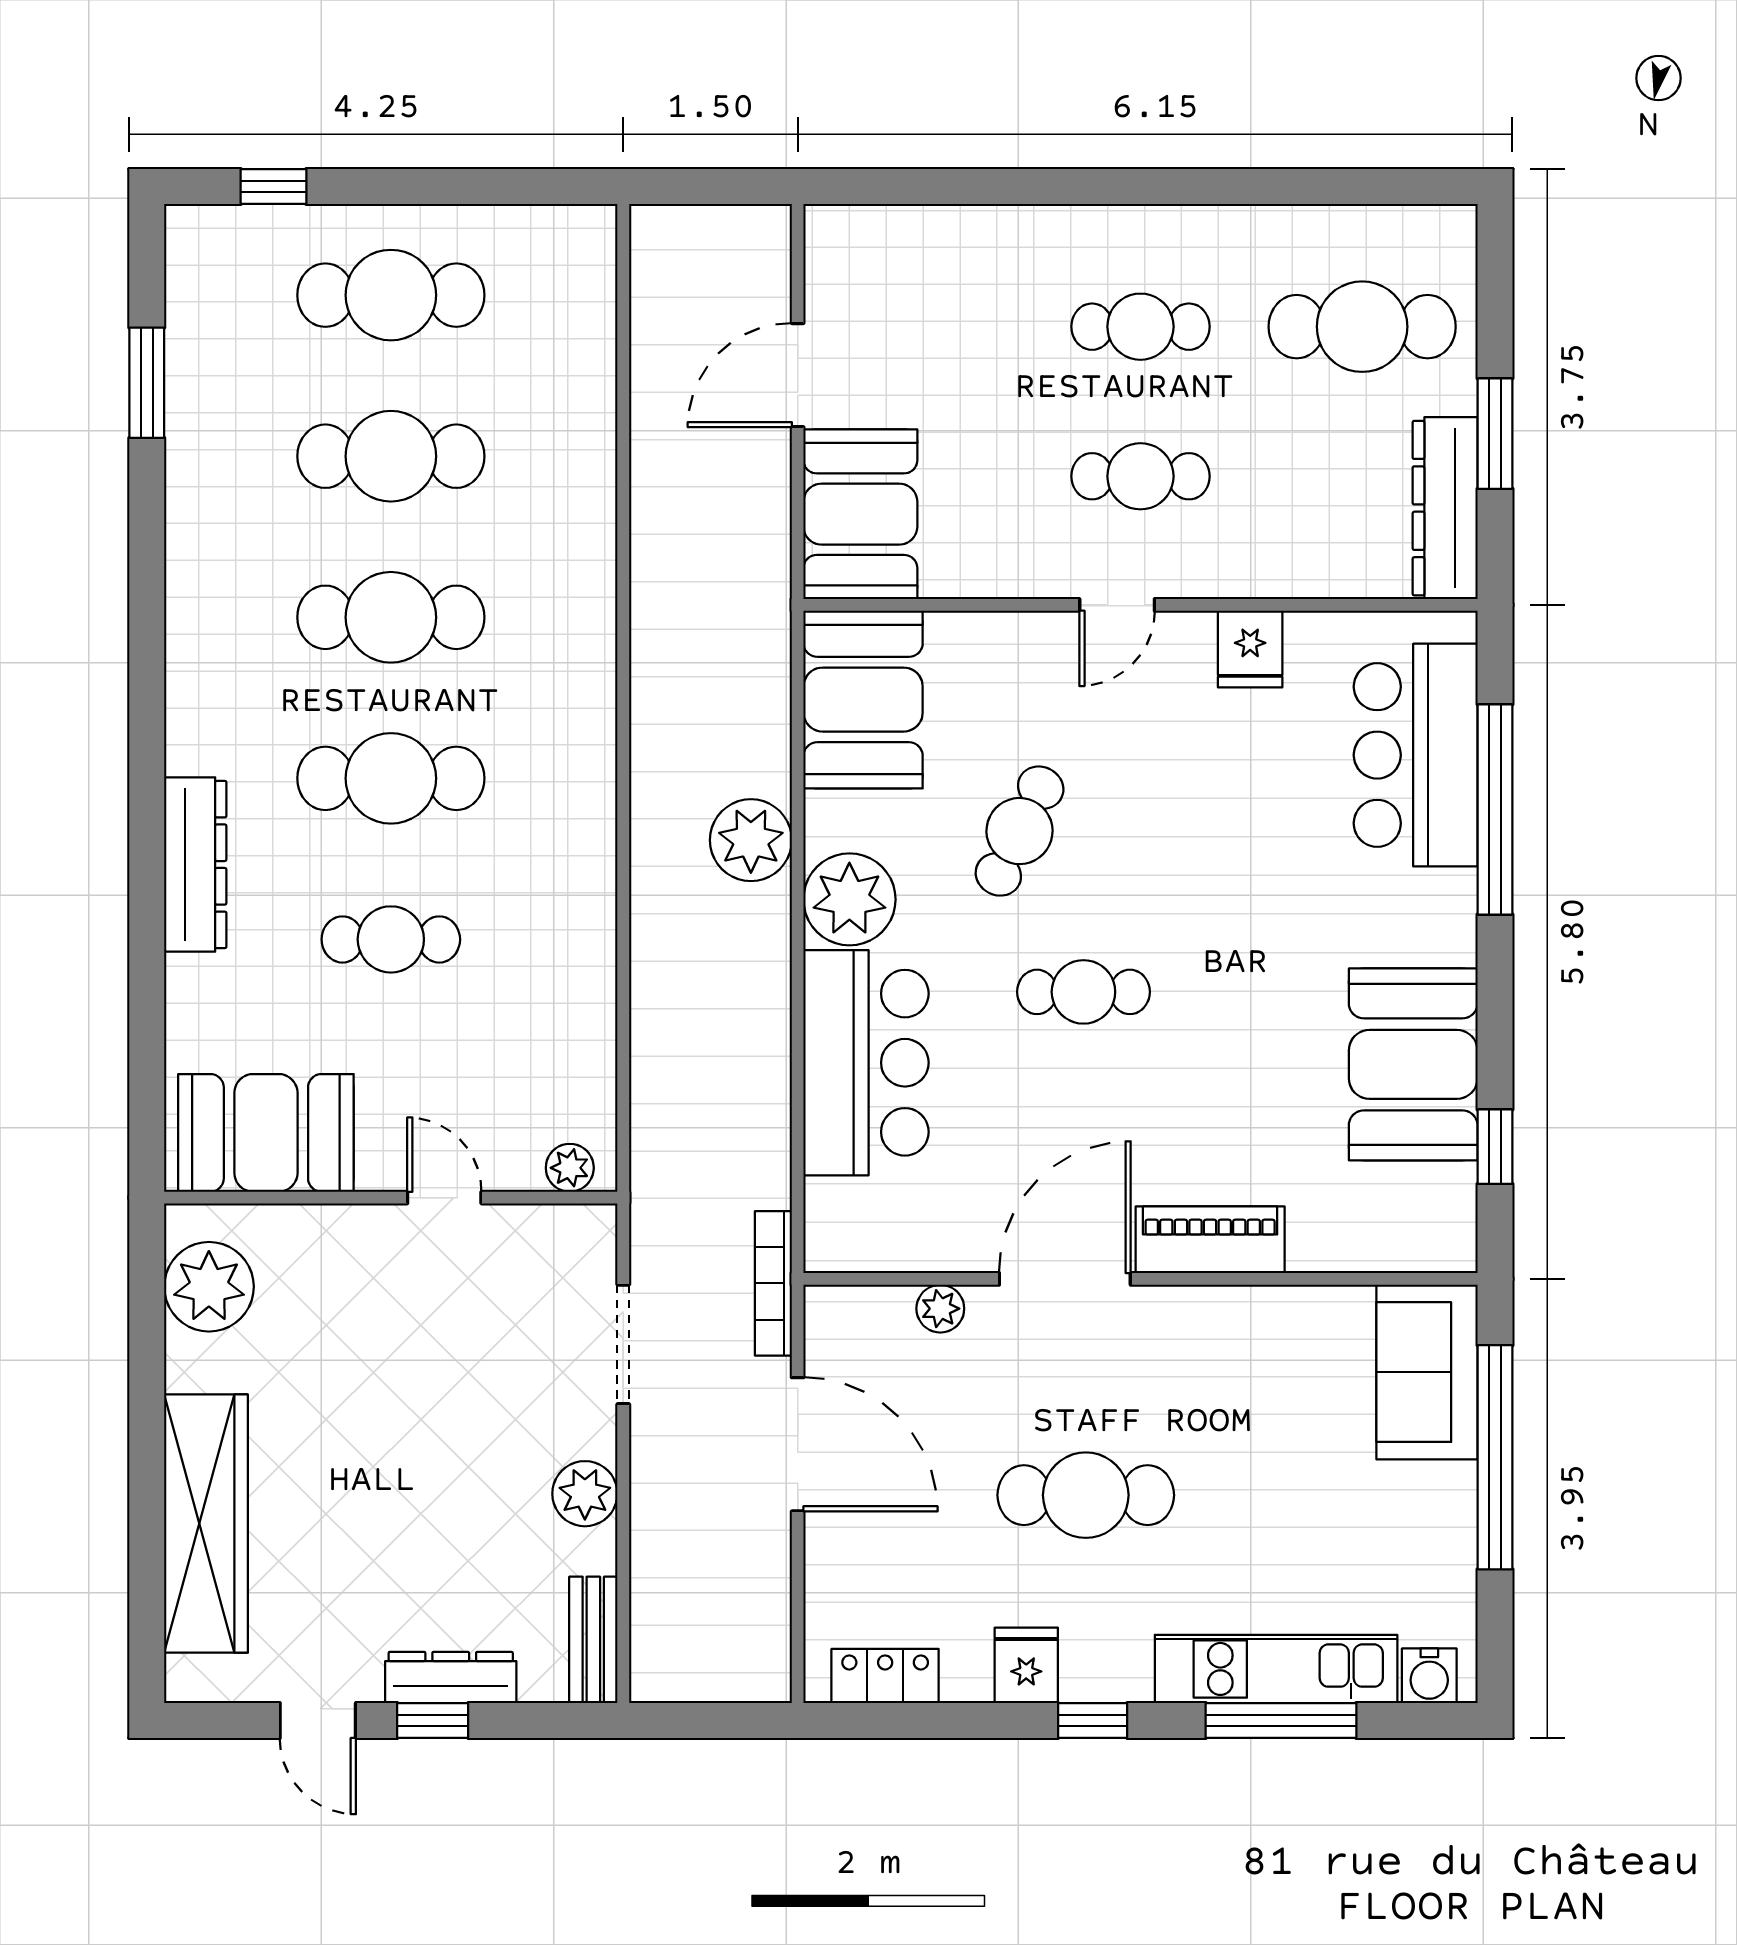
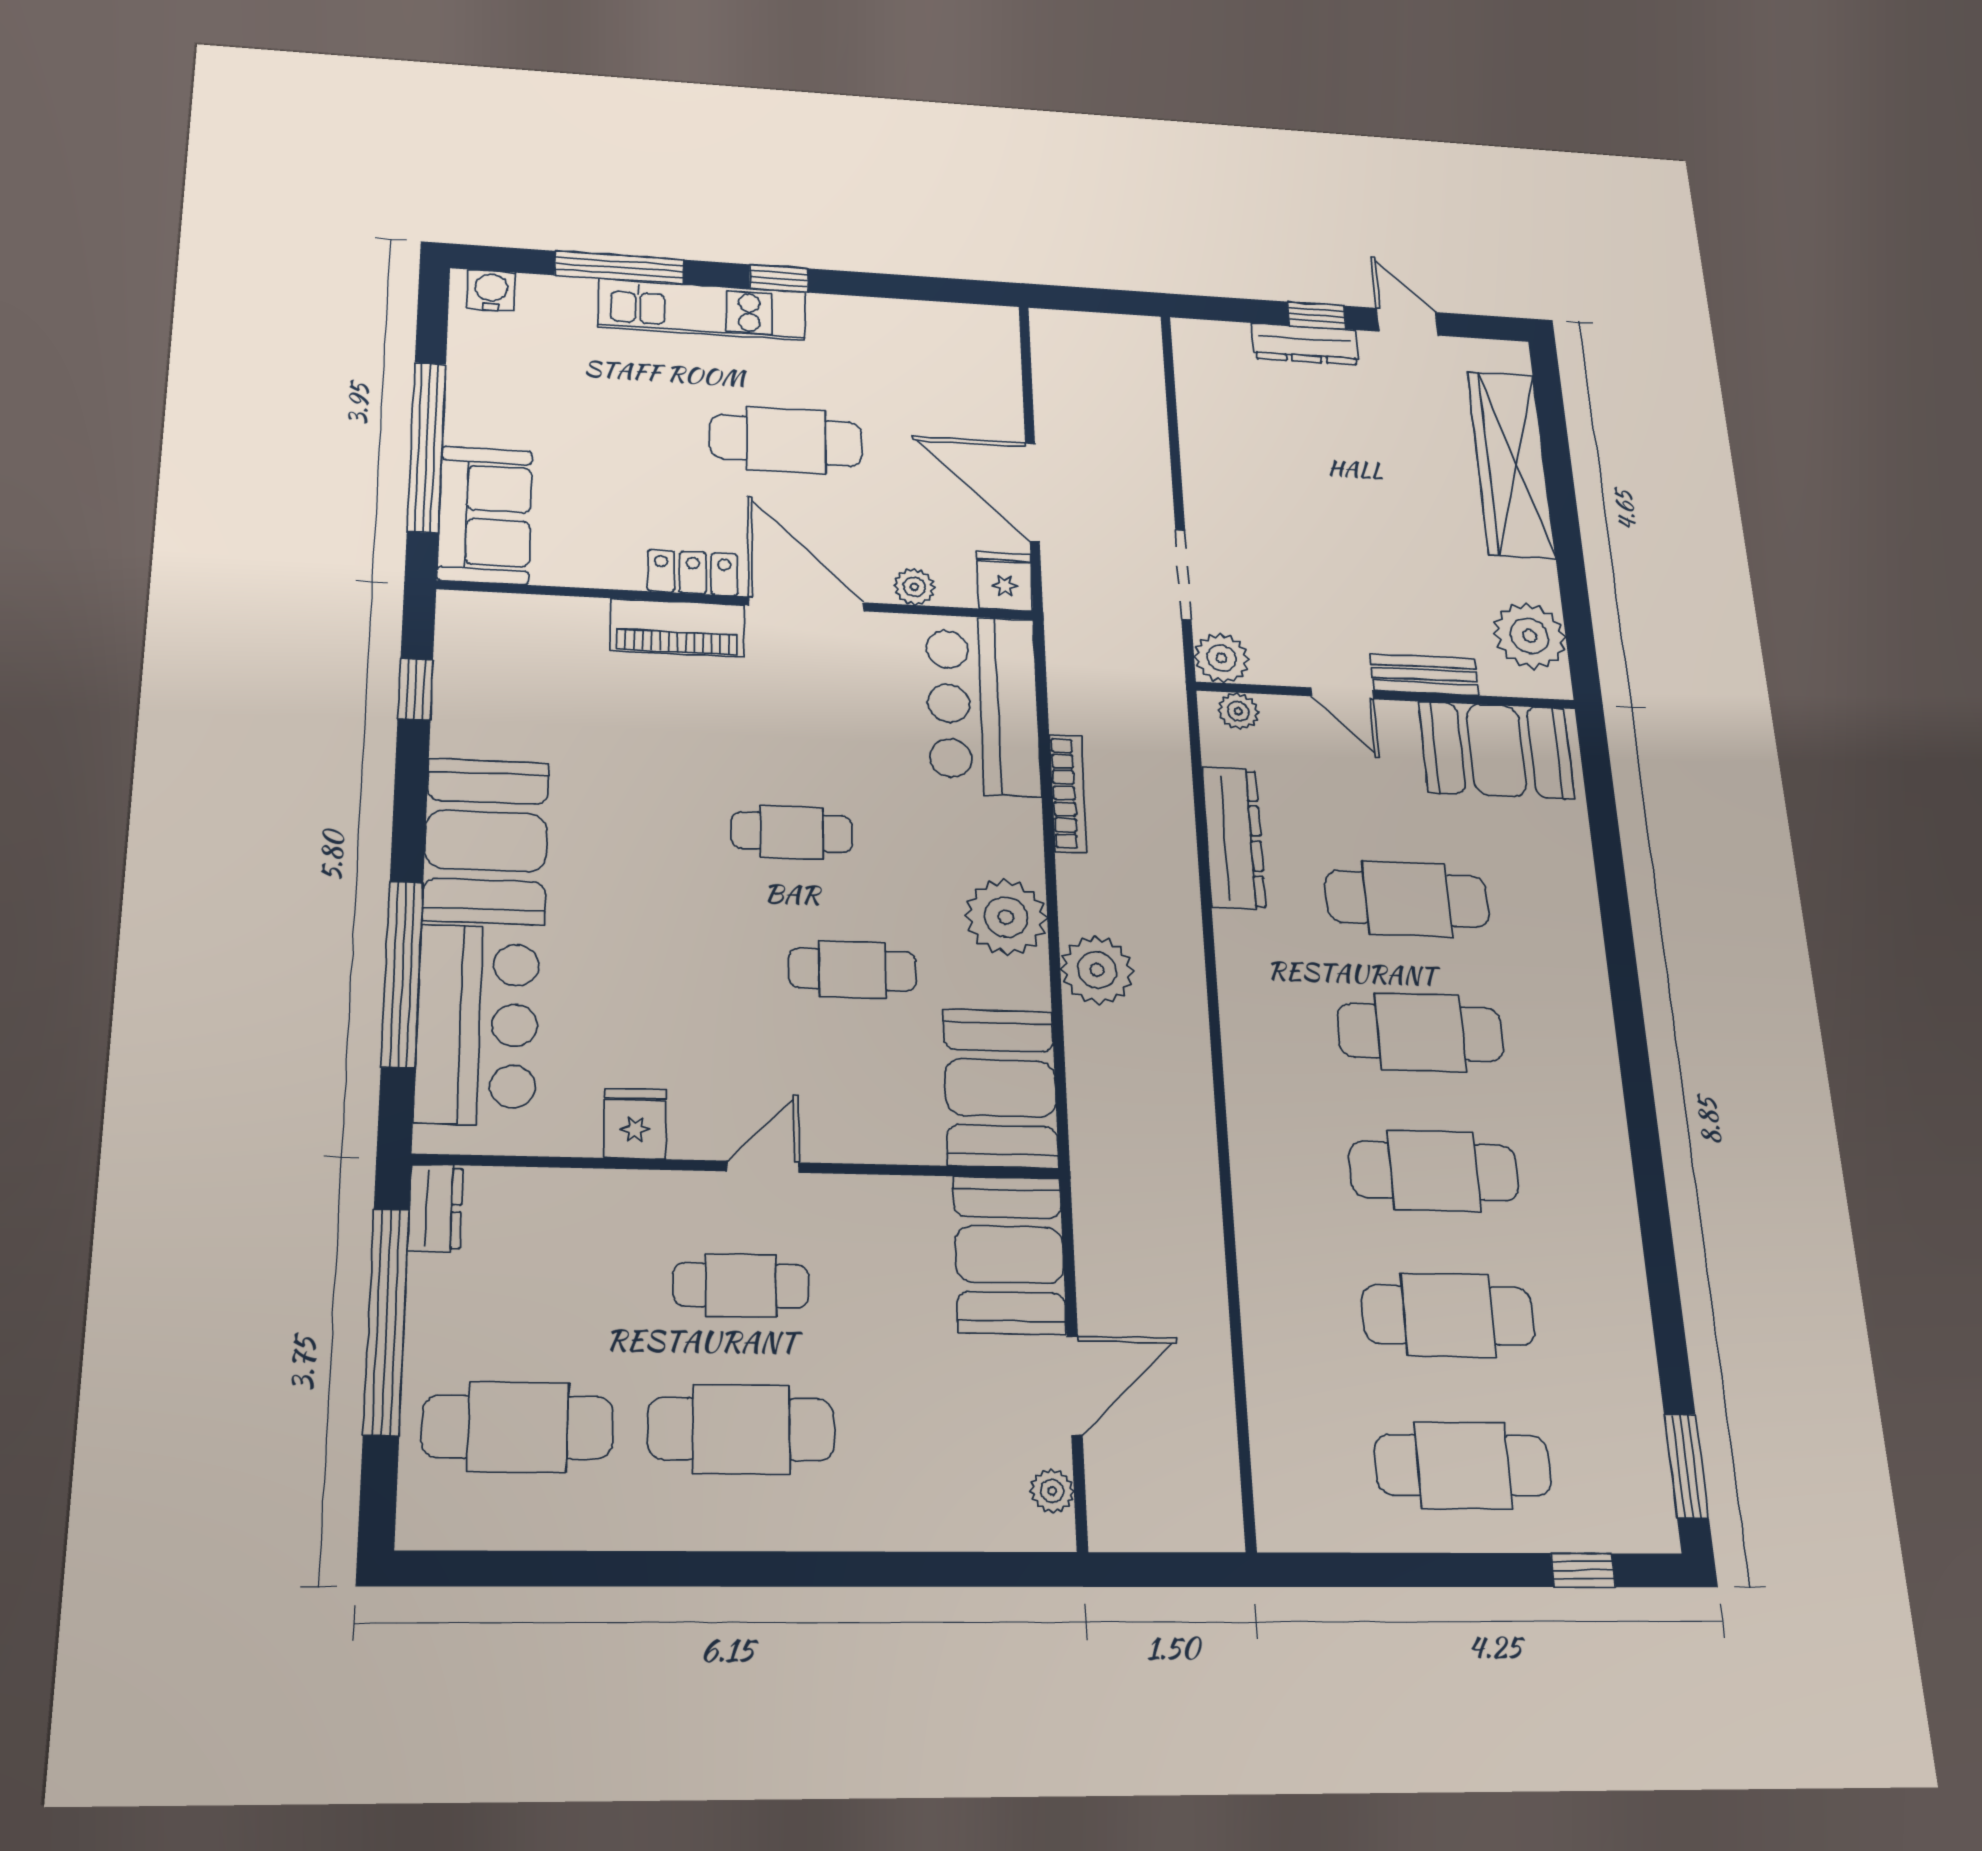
plant: (826, 266) -> (1052, 1491), added
cafe table: (1140, 327) -> (741, 1429), width x1.37, depth x1.35
window: (147, 383) -> (1686, 1466), moved
window: (1495, 434) -> (386, 1321), width x2.11
dresser: (1445, 508) -> (435, 1208), width x0.51, depth x0.80
cafe table: (1020, 831) -> (853, 970), turned 64
dresser: (195, 865) -> (1234, 838), moved, turned 180
cafe table: (391, 939) -> (1407, 899), width x1.37, depth x1.35
bar counter: (866, 1063) -> (983, 705), moved
booth: (1413, 1064) -> (486, 841), moved
door: (1065, 1279) -> (806, 604), swing flipped
bookcase: (773, 1283) -> (1068, 793), moved
plant: (585, 1494) -> (1222, 658), moved
bench: (593, 1640) -> (1425, 675), moved, turned 90
fridge: (1026, 1665) -> (1005, 581), moved, turned 180
kitchen unit: (1276, 1669) -> (702, 310), moved
locker: (885, 1676) -> (693, 573), moved, turned 180

